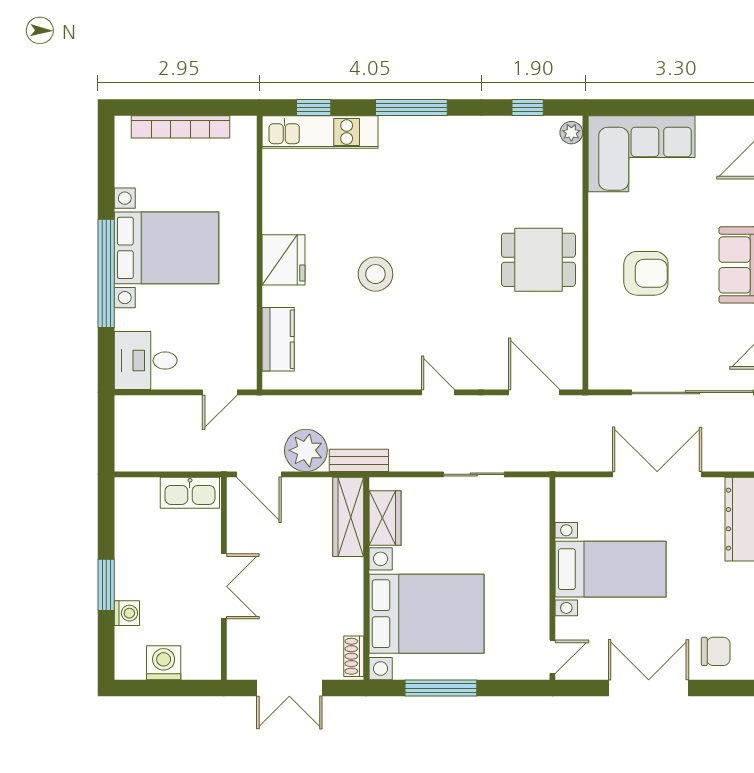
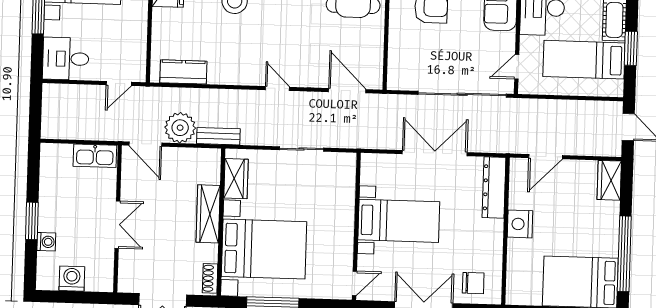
kitchen counter: (278, 339) -> (183, 72), moved, turned -90
wardrobe: (348, 517) -> (208, 214), moved

